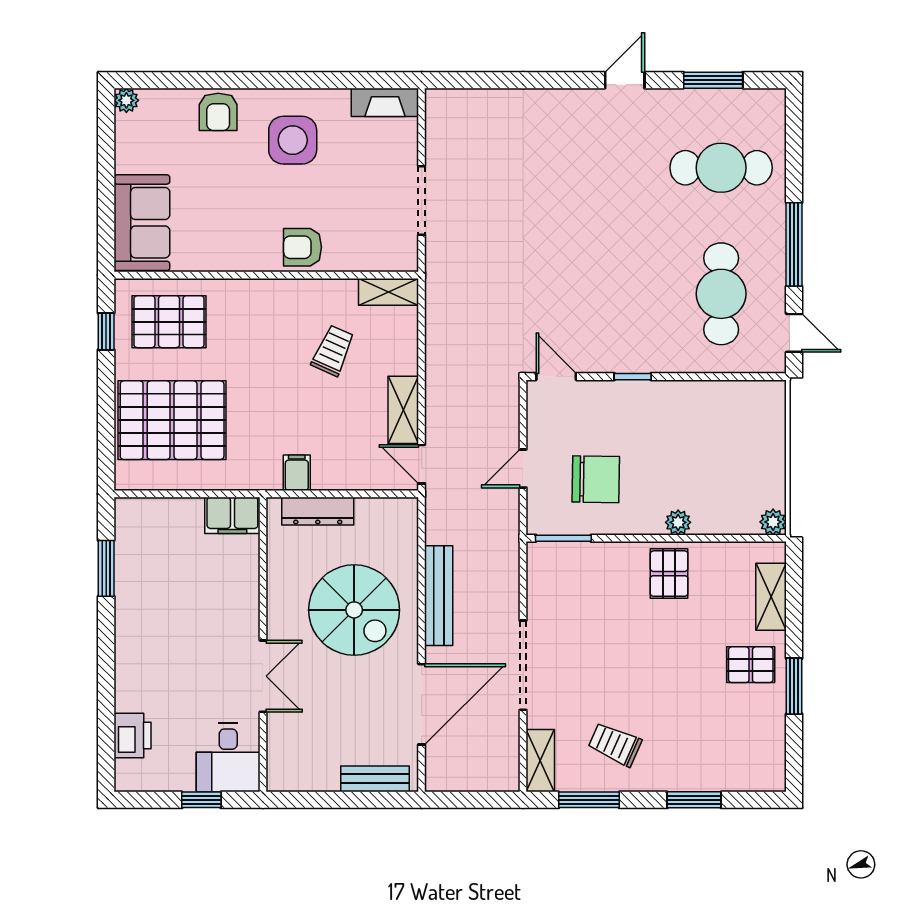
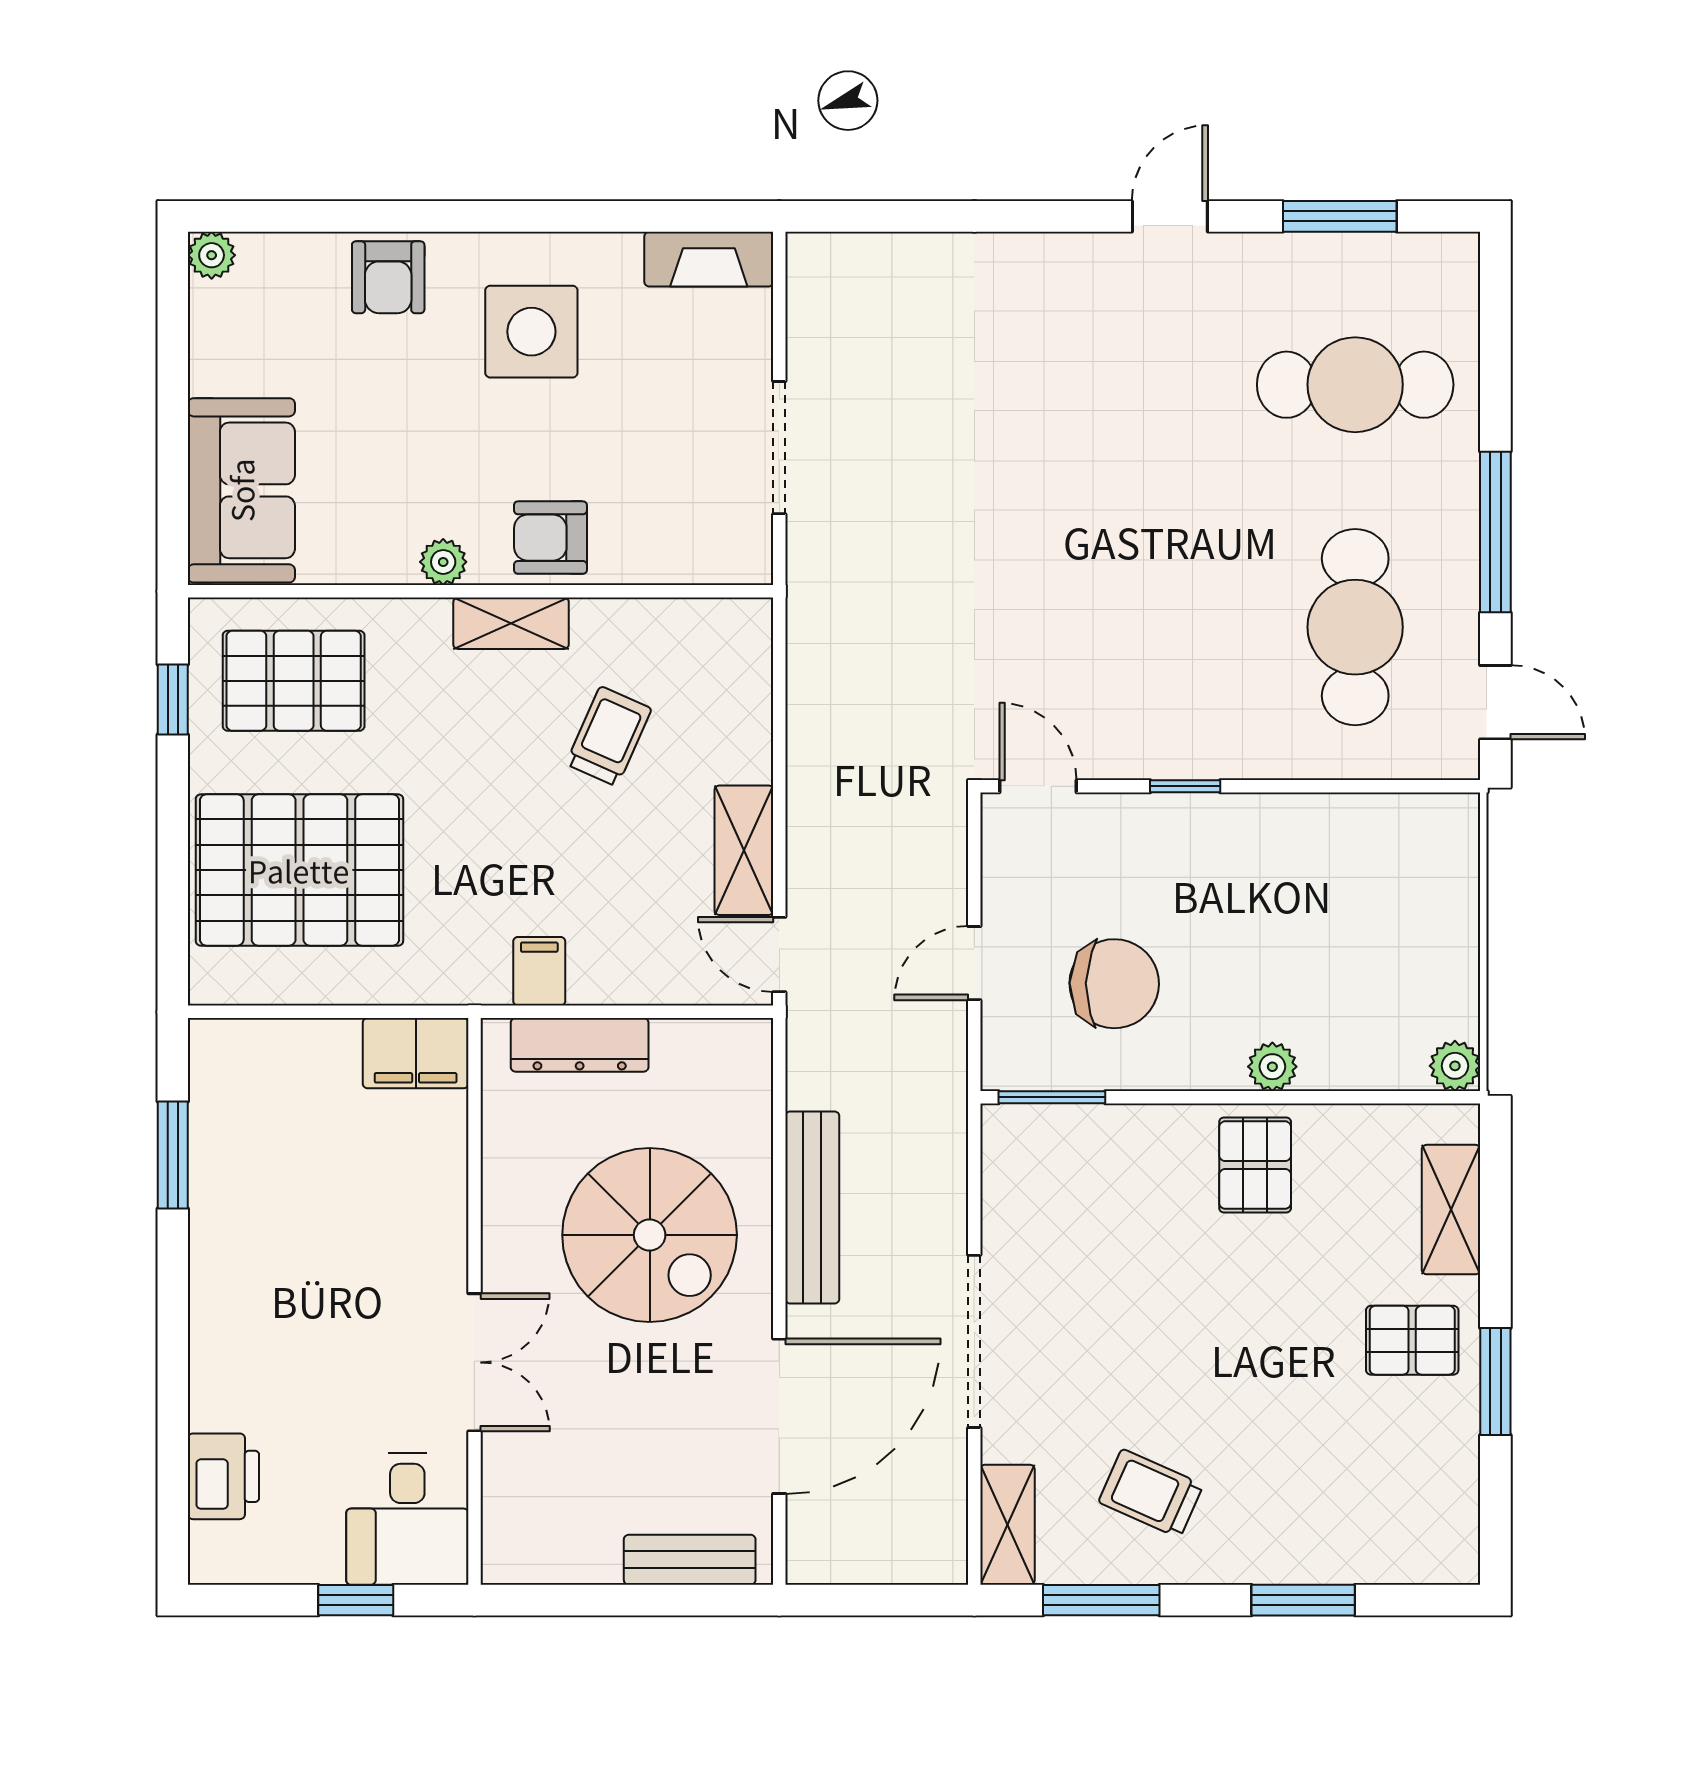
plant: (247, 260) -> (443, 562), added
shelving: (388, 292) -> (511, 623), moved

